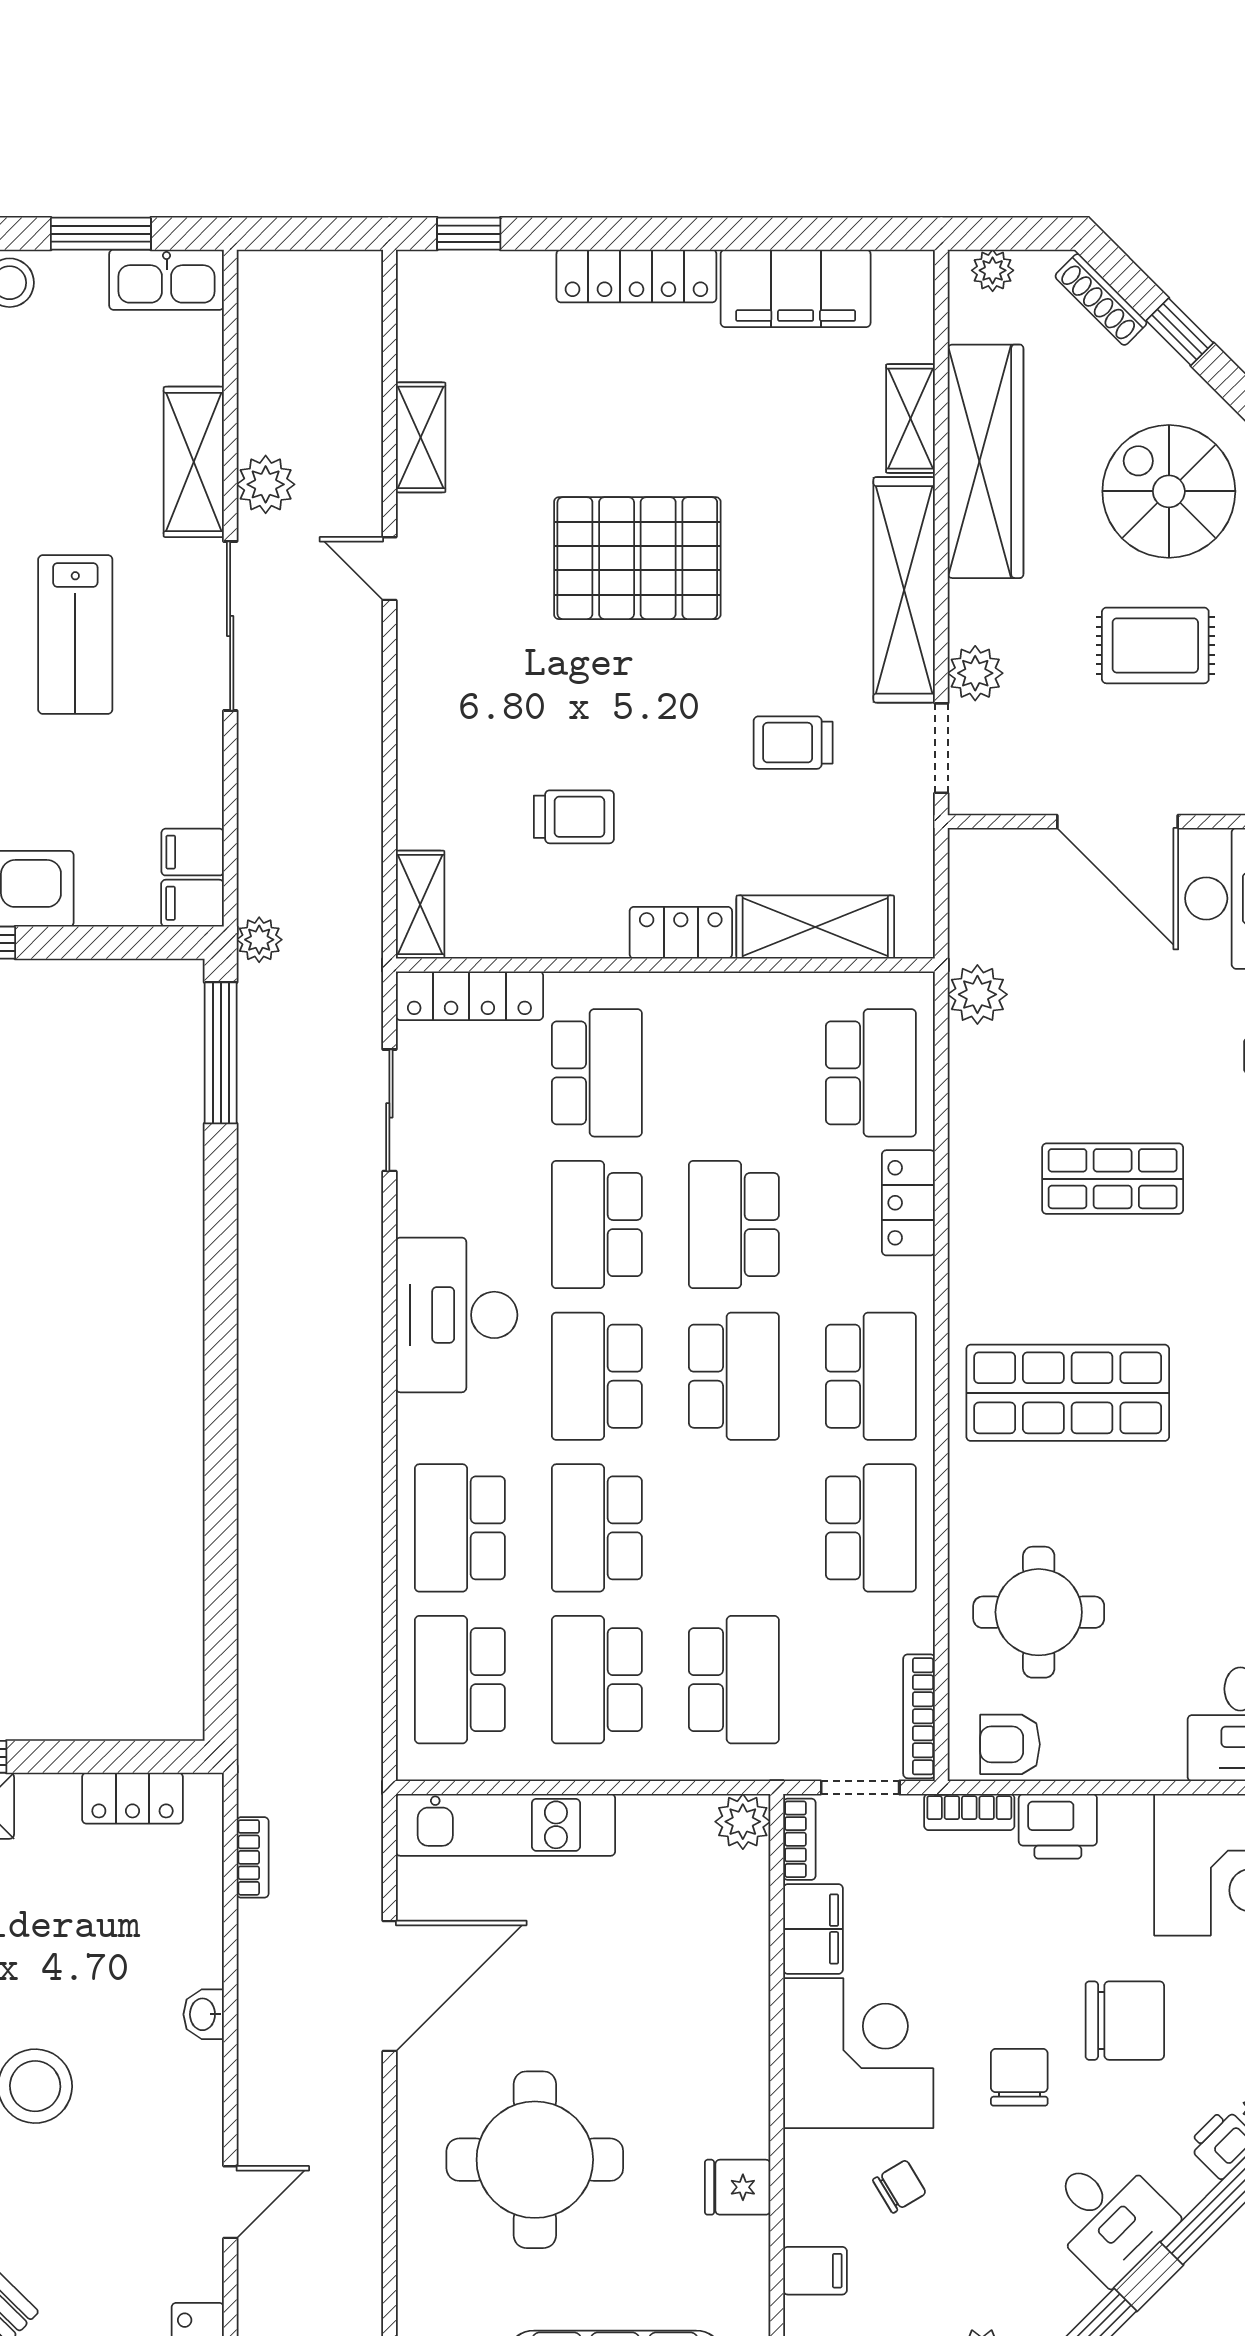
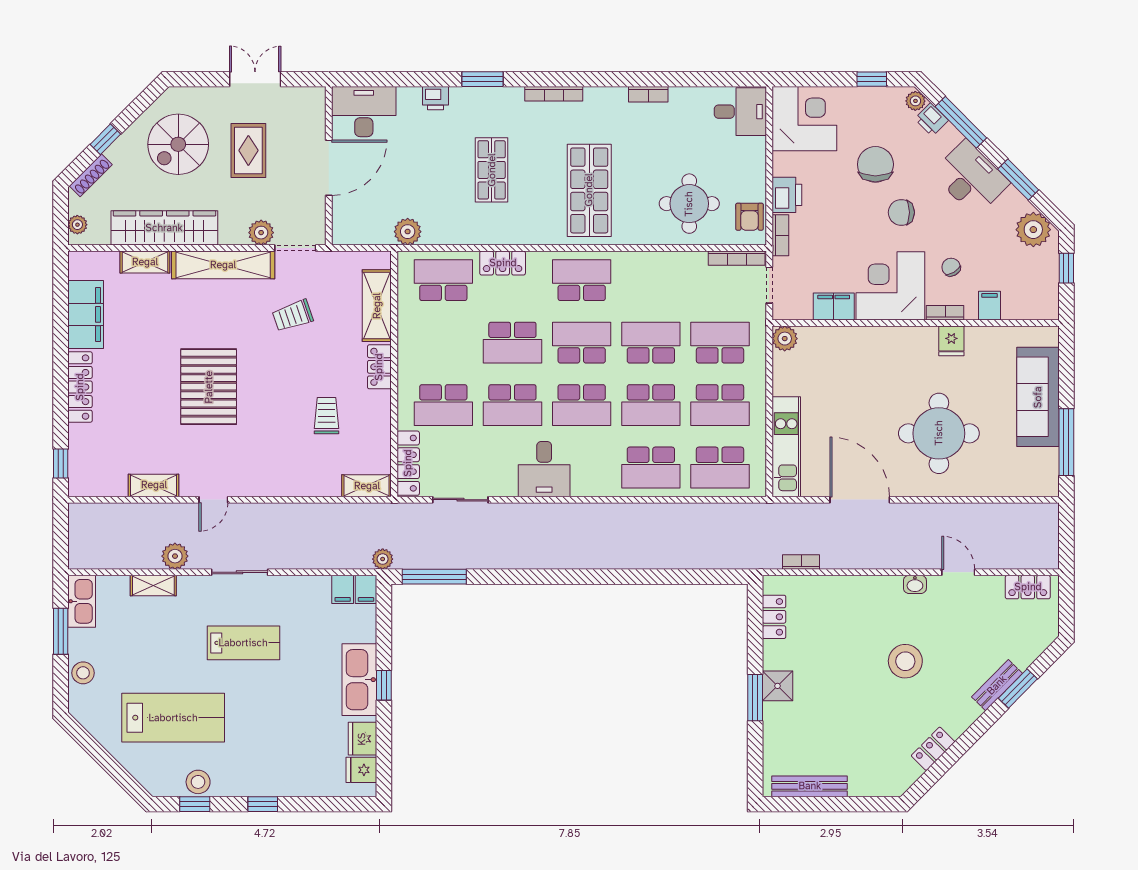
shelving: (194, 462) -> (153, 585), width x0.67, depth x0.75
sliding door: (230, 626) -> (240, 572), width x0.73
trolley: (793, 743) -> (293, 316), turned 71
school desk: (597, 1073) -> (443, 405), turned 180
desk: (457, 1315) -> (544, 469), width x0.73
school desk: (871, 1528) -> (651, 343), moved
bookcase: (799, 1839) -> (945, 313), moved
washbasin: (204, 2014) -> (915, 584), moved
desk: (1108, 2216) -> (971, 178), width x1.37

